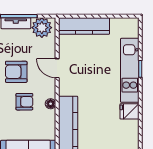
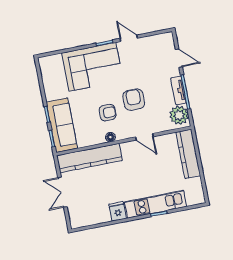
door: (57, 68) -> (144, 137), swing flipped
armchair: (24, 102) -> (108, 113), turned -90

